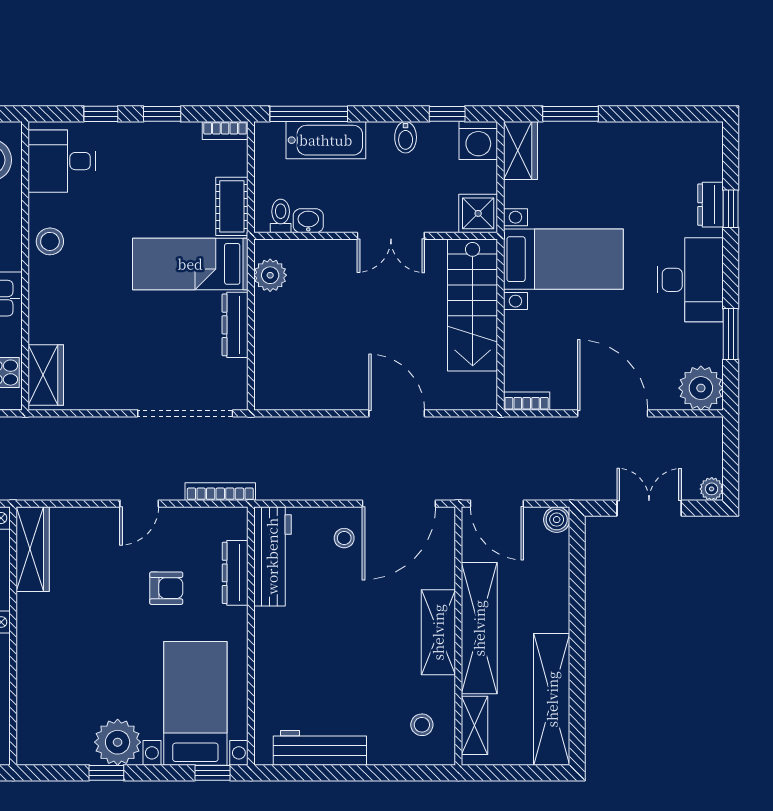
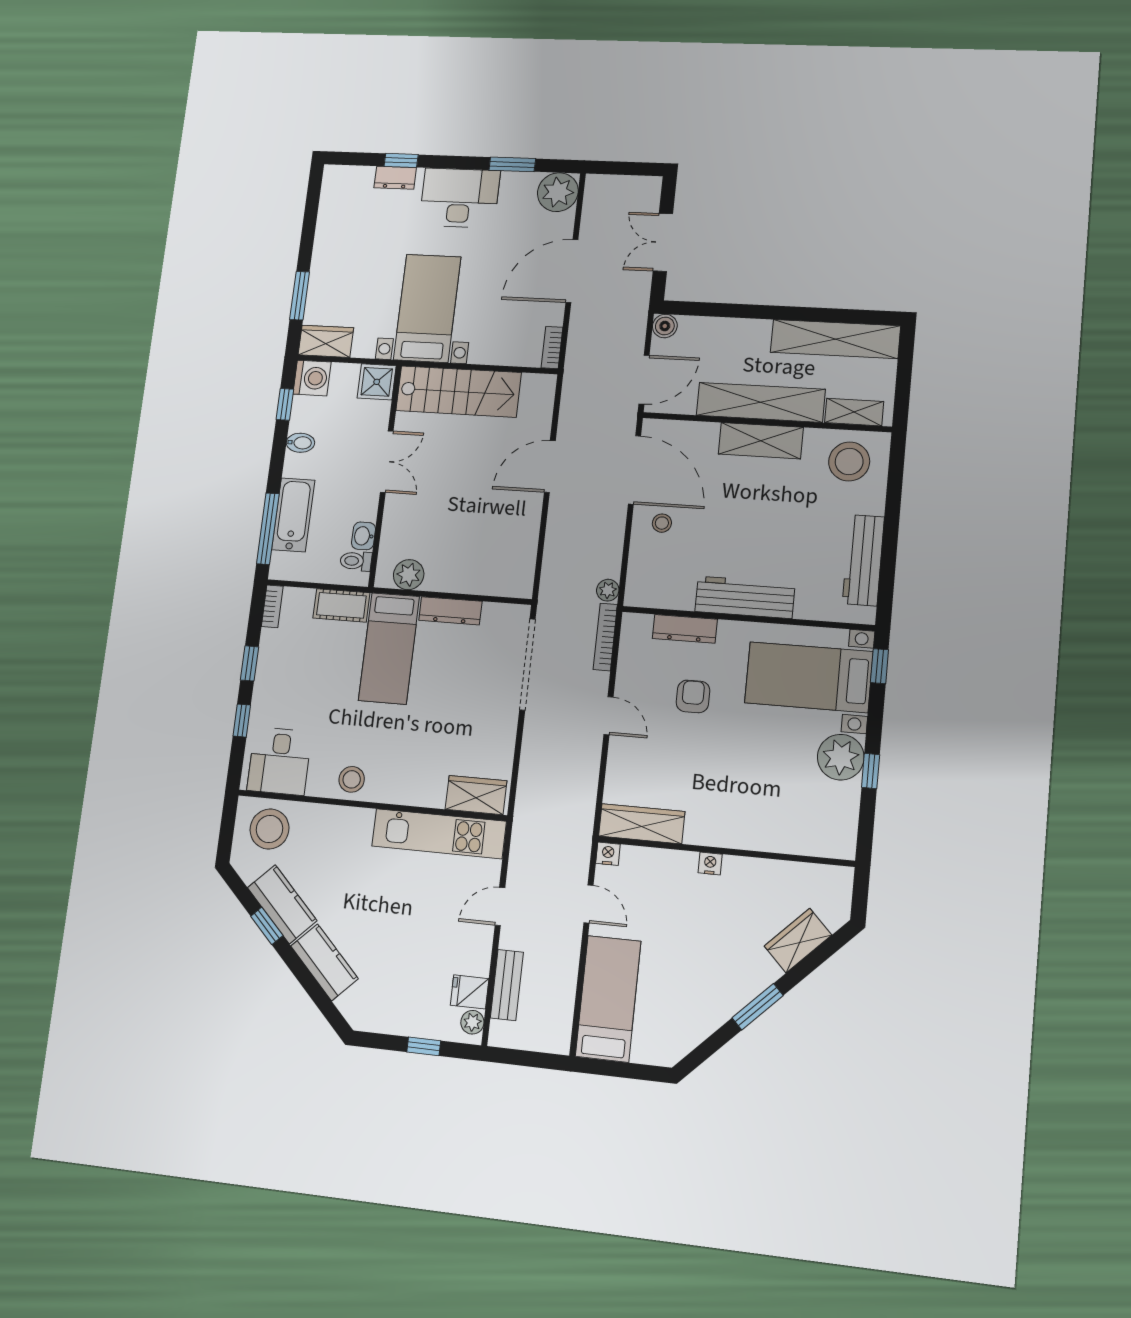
plant: (712, 489) -> (608, 590), moved
workbench: (272, 556) -> (745, 597), moved
stool: (422, 725) -> (849, 461), width x1.89, depth x1.89

